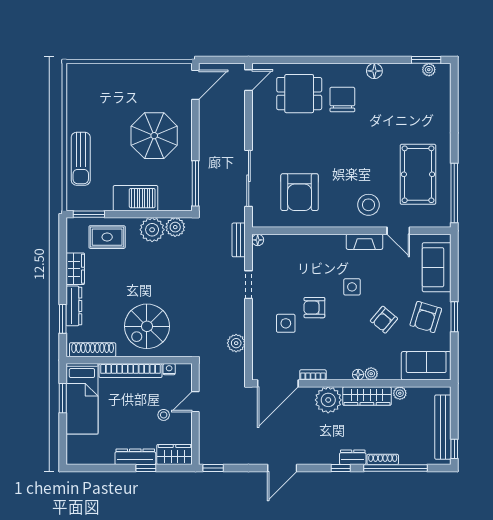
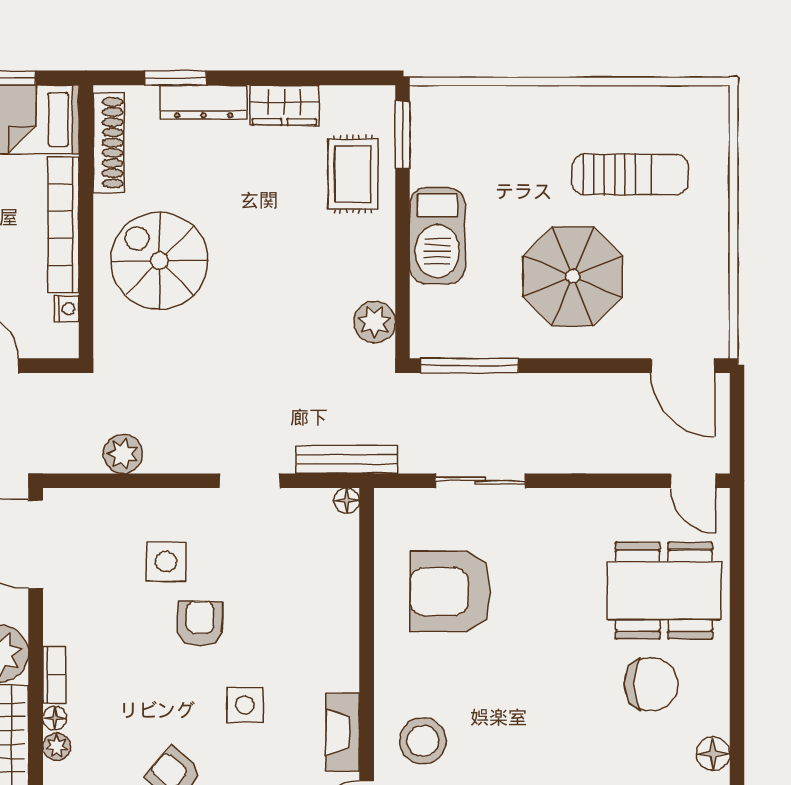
dining table: (299, 94) -> (664, 591), width x1.38
sun lounger: (81, 159) -> (630, 175), moved, turned 180
sliding door: (249, 178) -> (480, 481), width x0.73
plant: (152, 230) -> (369, 272), removed
bench: (239, 240) -> (347, 459), width x1.36
bookcase: (313, 375) -> (54, 675), moved

